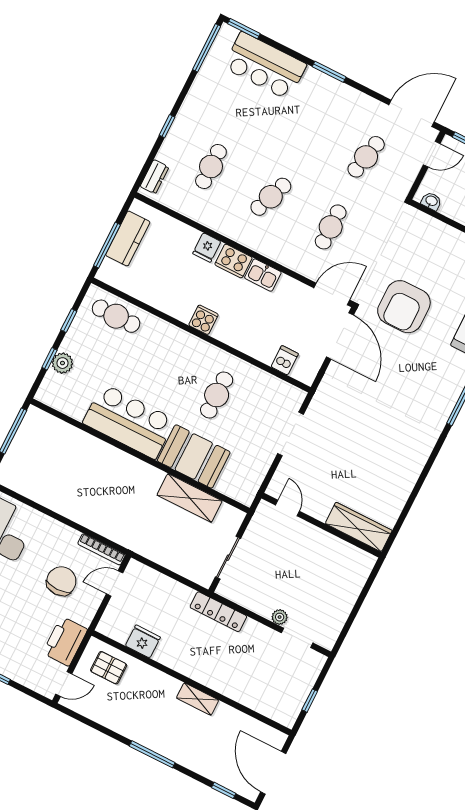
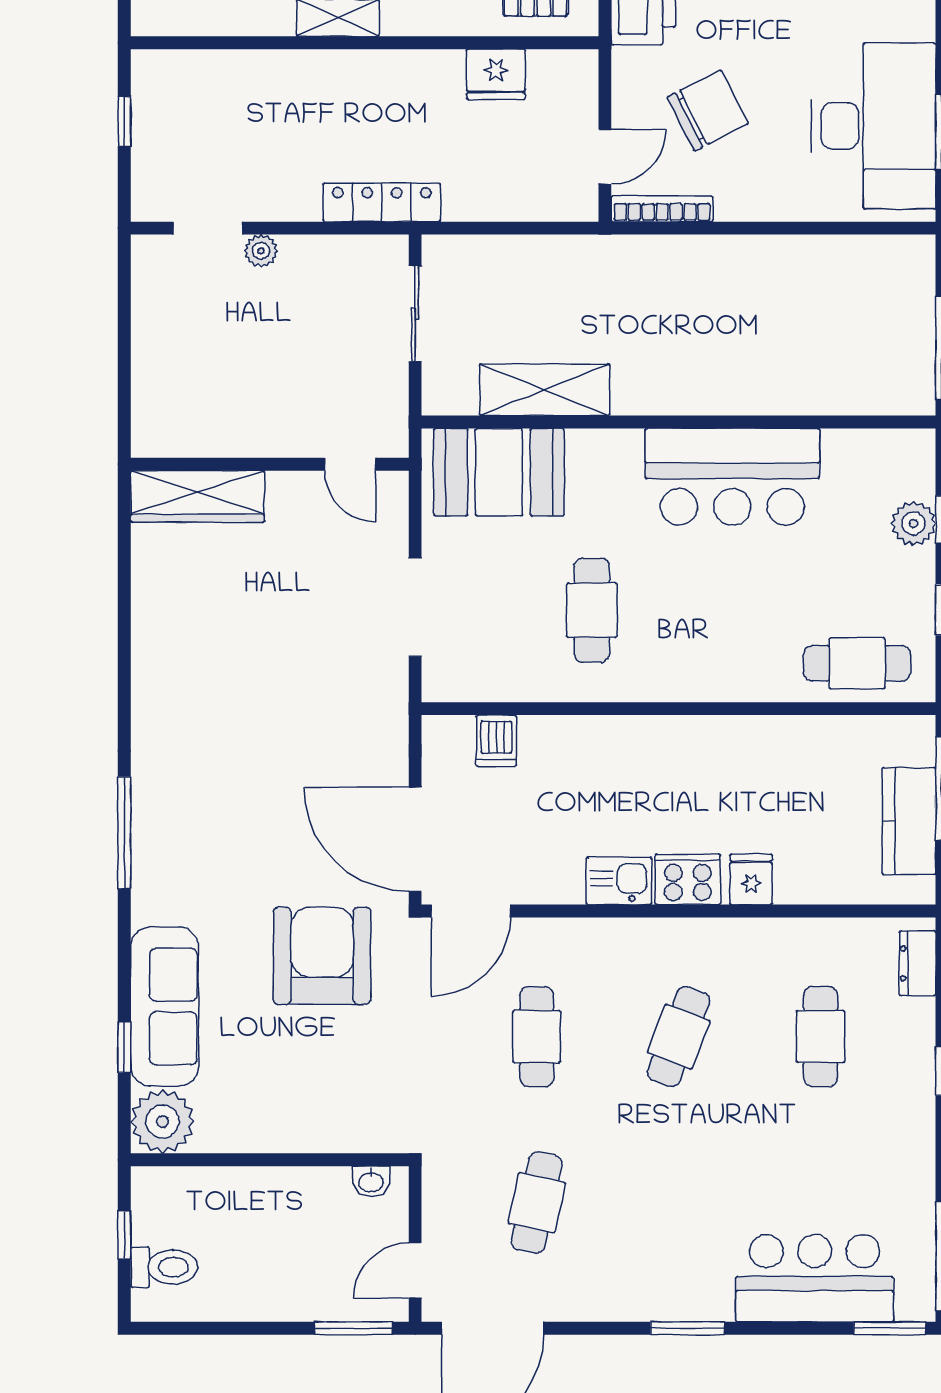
cooker: (203, 320) -> (688, 740), removed
booth: (194, 456) -> (499, 472), moved
chair: (61, 581) -> (708, 110), turned -117

